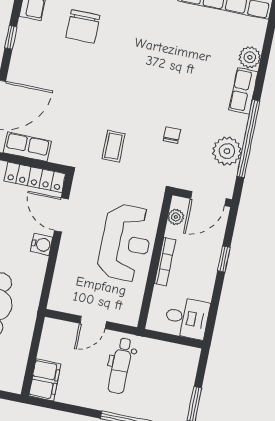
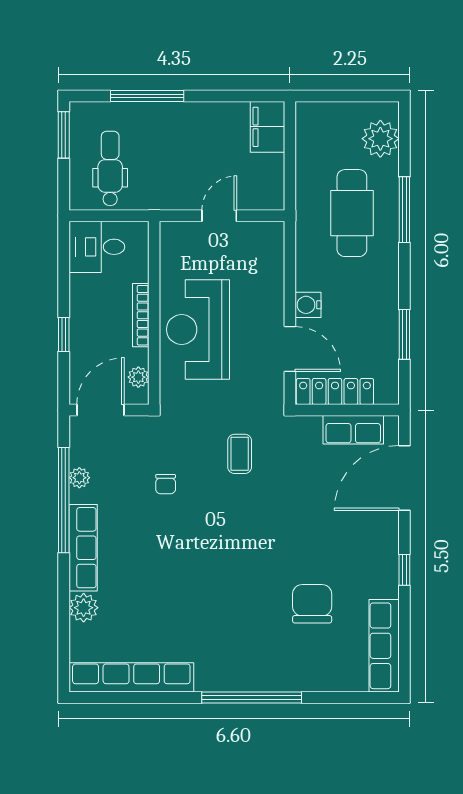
row of seats: (243, 91) -> (83, 548), width x1.48
plant: (227, 151) -> (79, 478), width x0.53, depth x0.53
dental chair: (121, 366) -> (110, 168), moved

